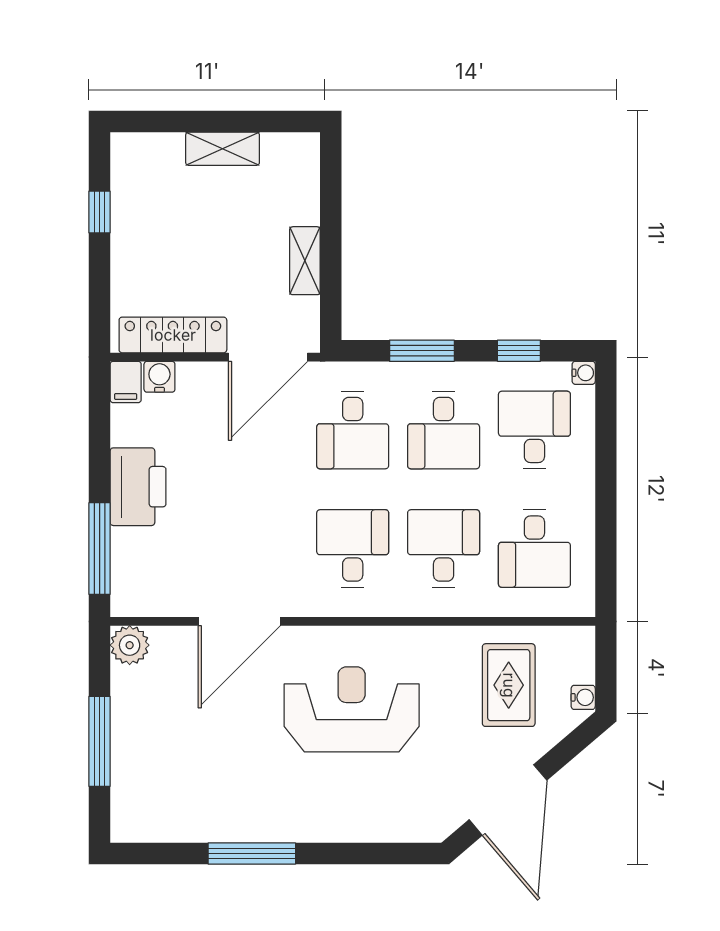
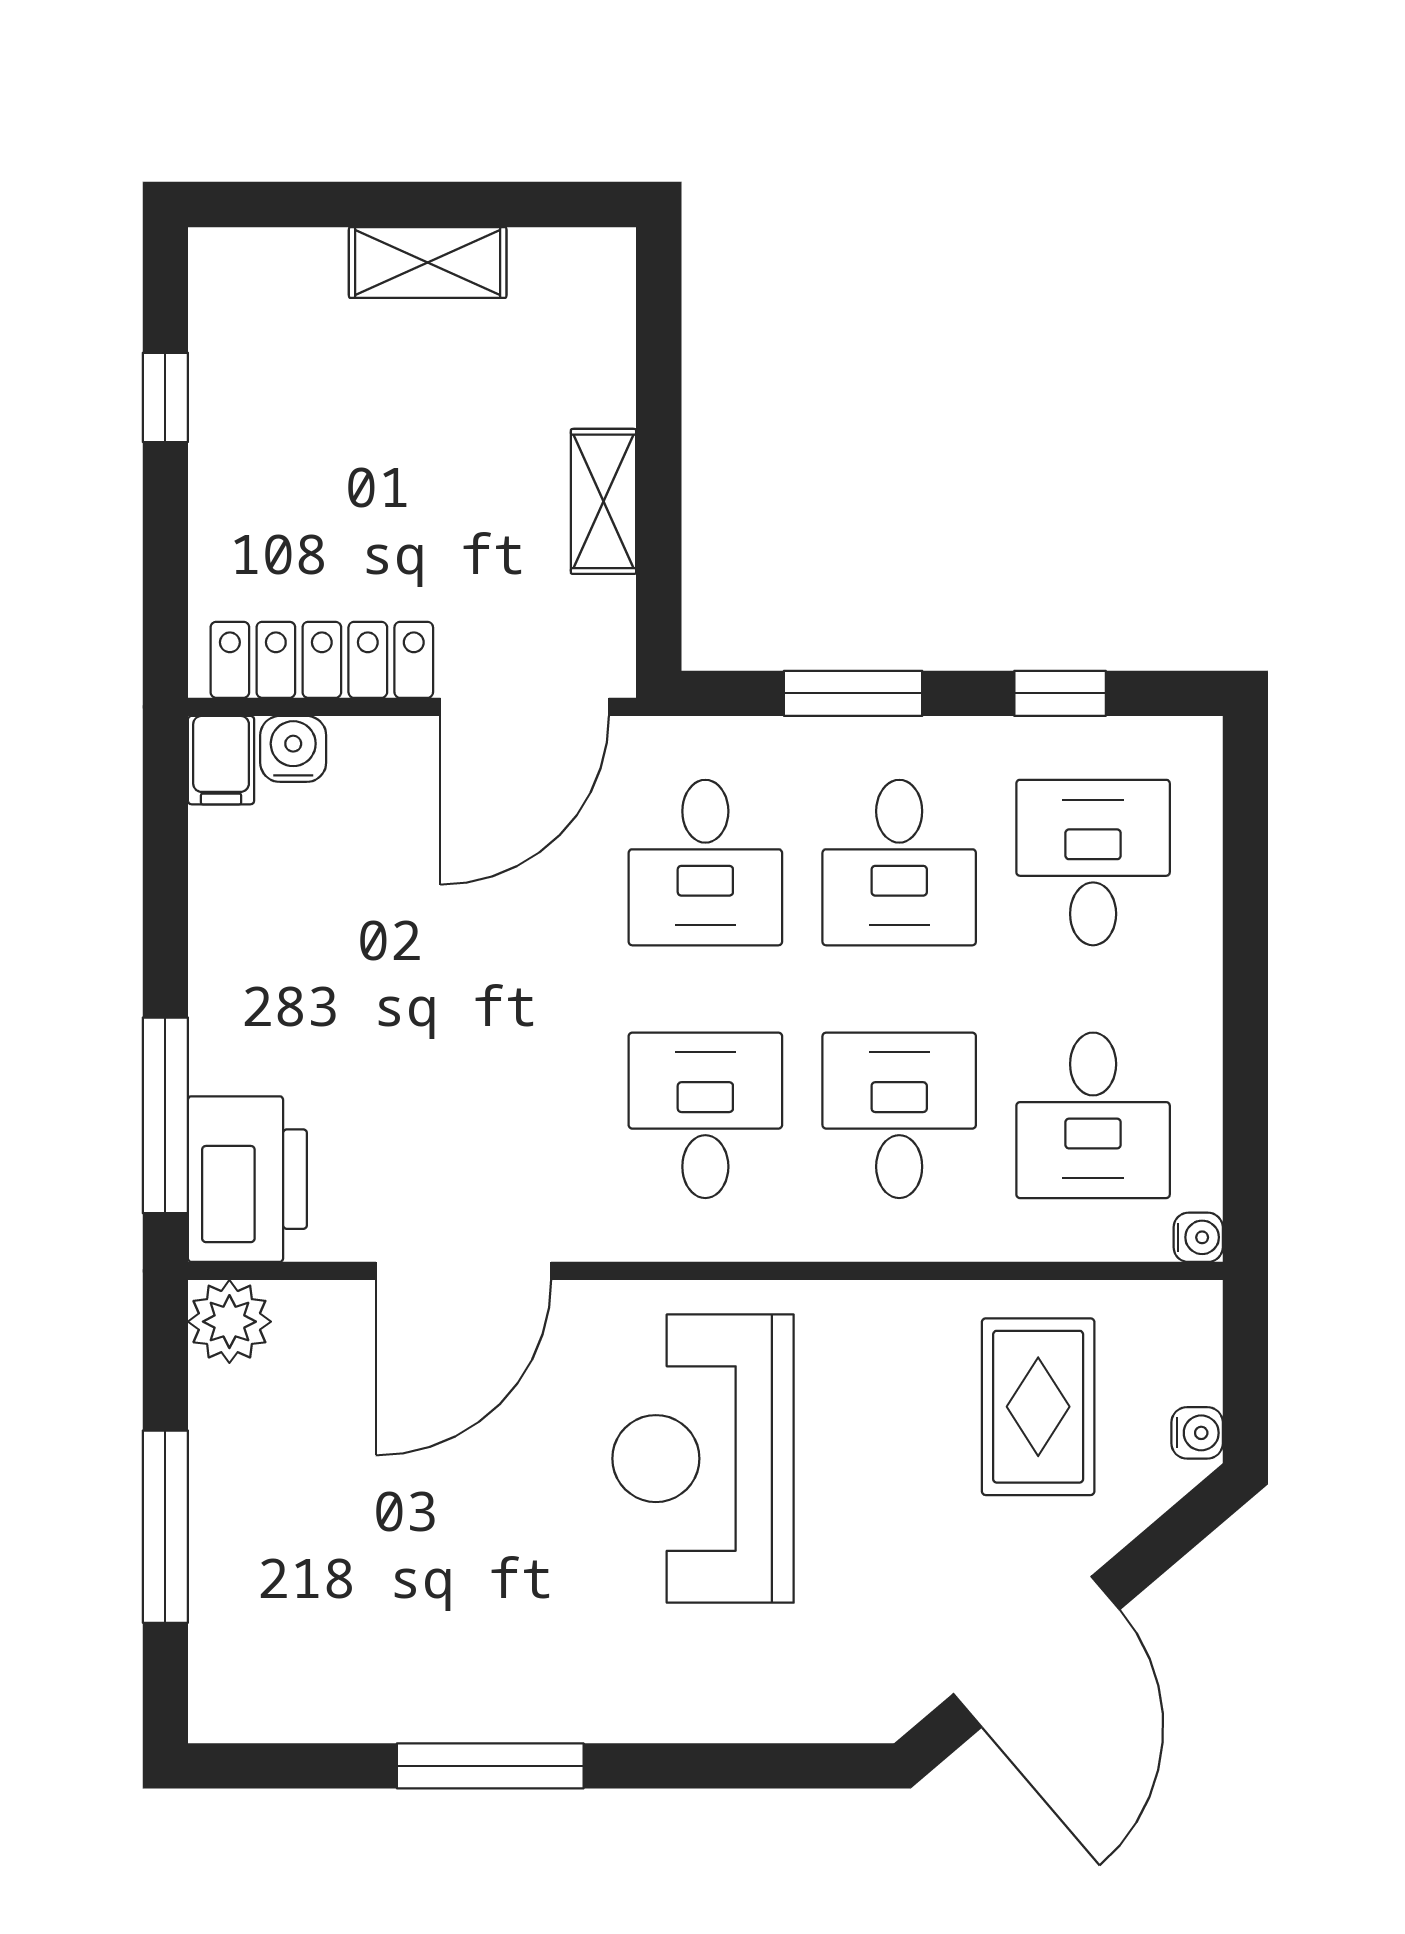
water cooler: (584, 373) -> (1198, 1237), moved
printer: (138, 487) -> (247, 1179), moved
reception desk: (352, 709) -> (703, 1459), turned -90

